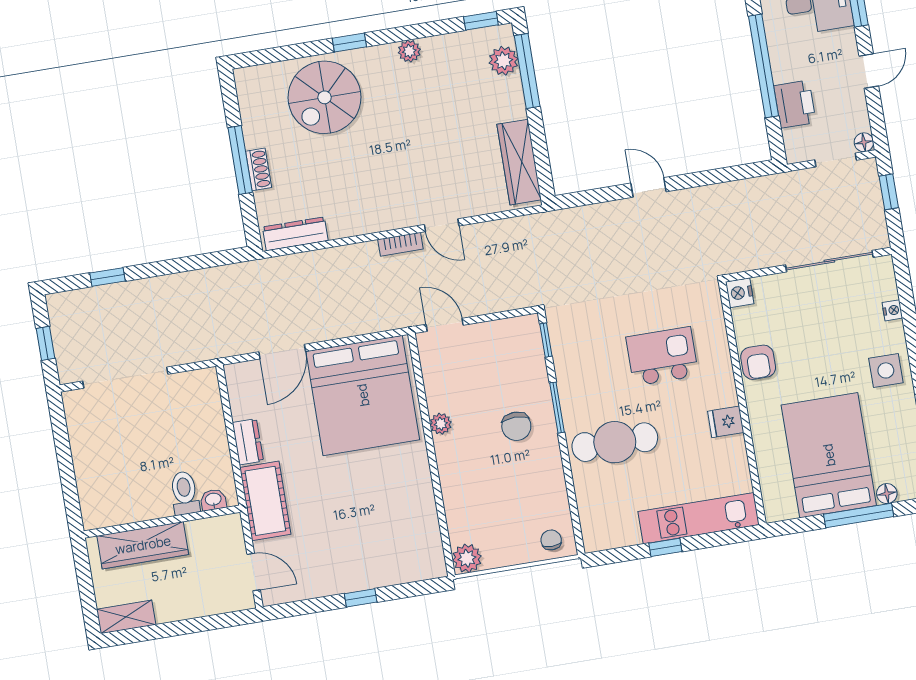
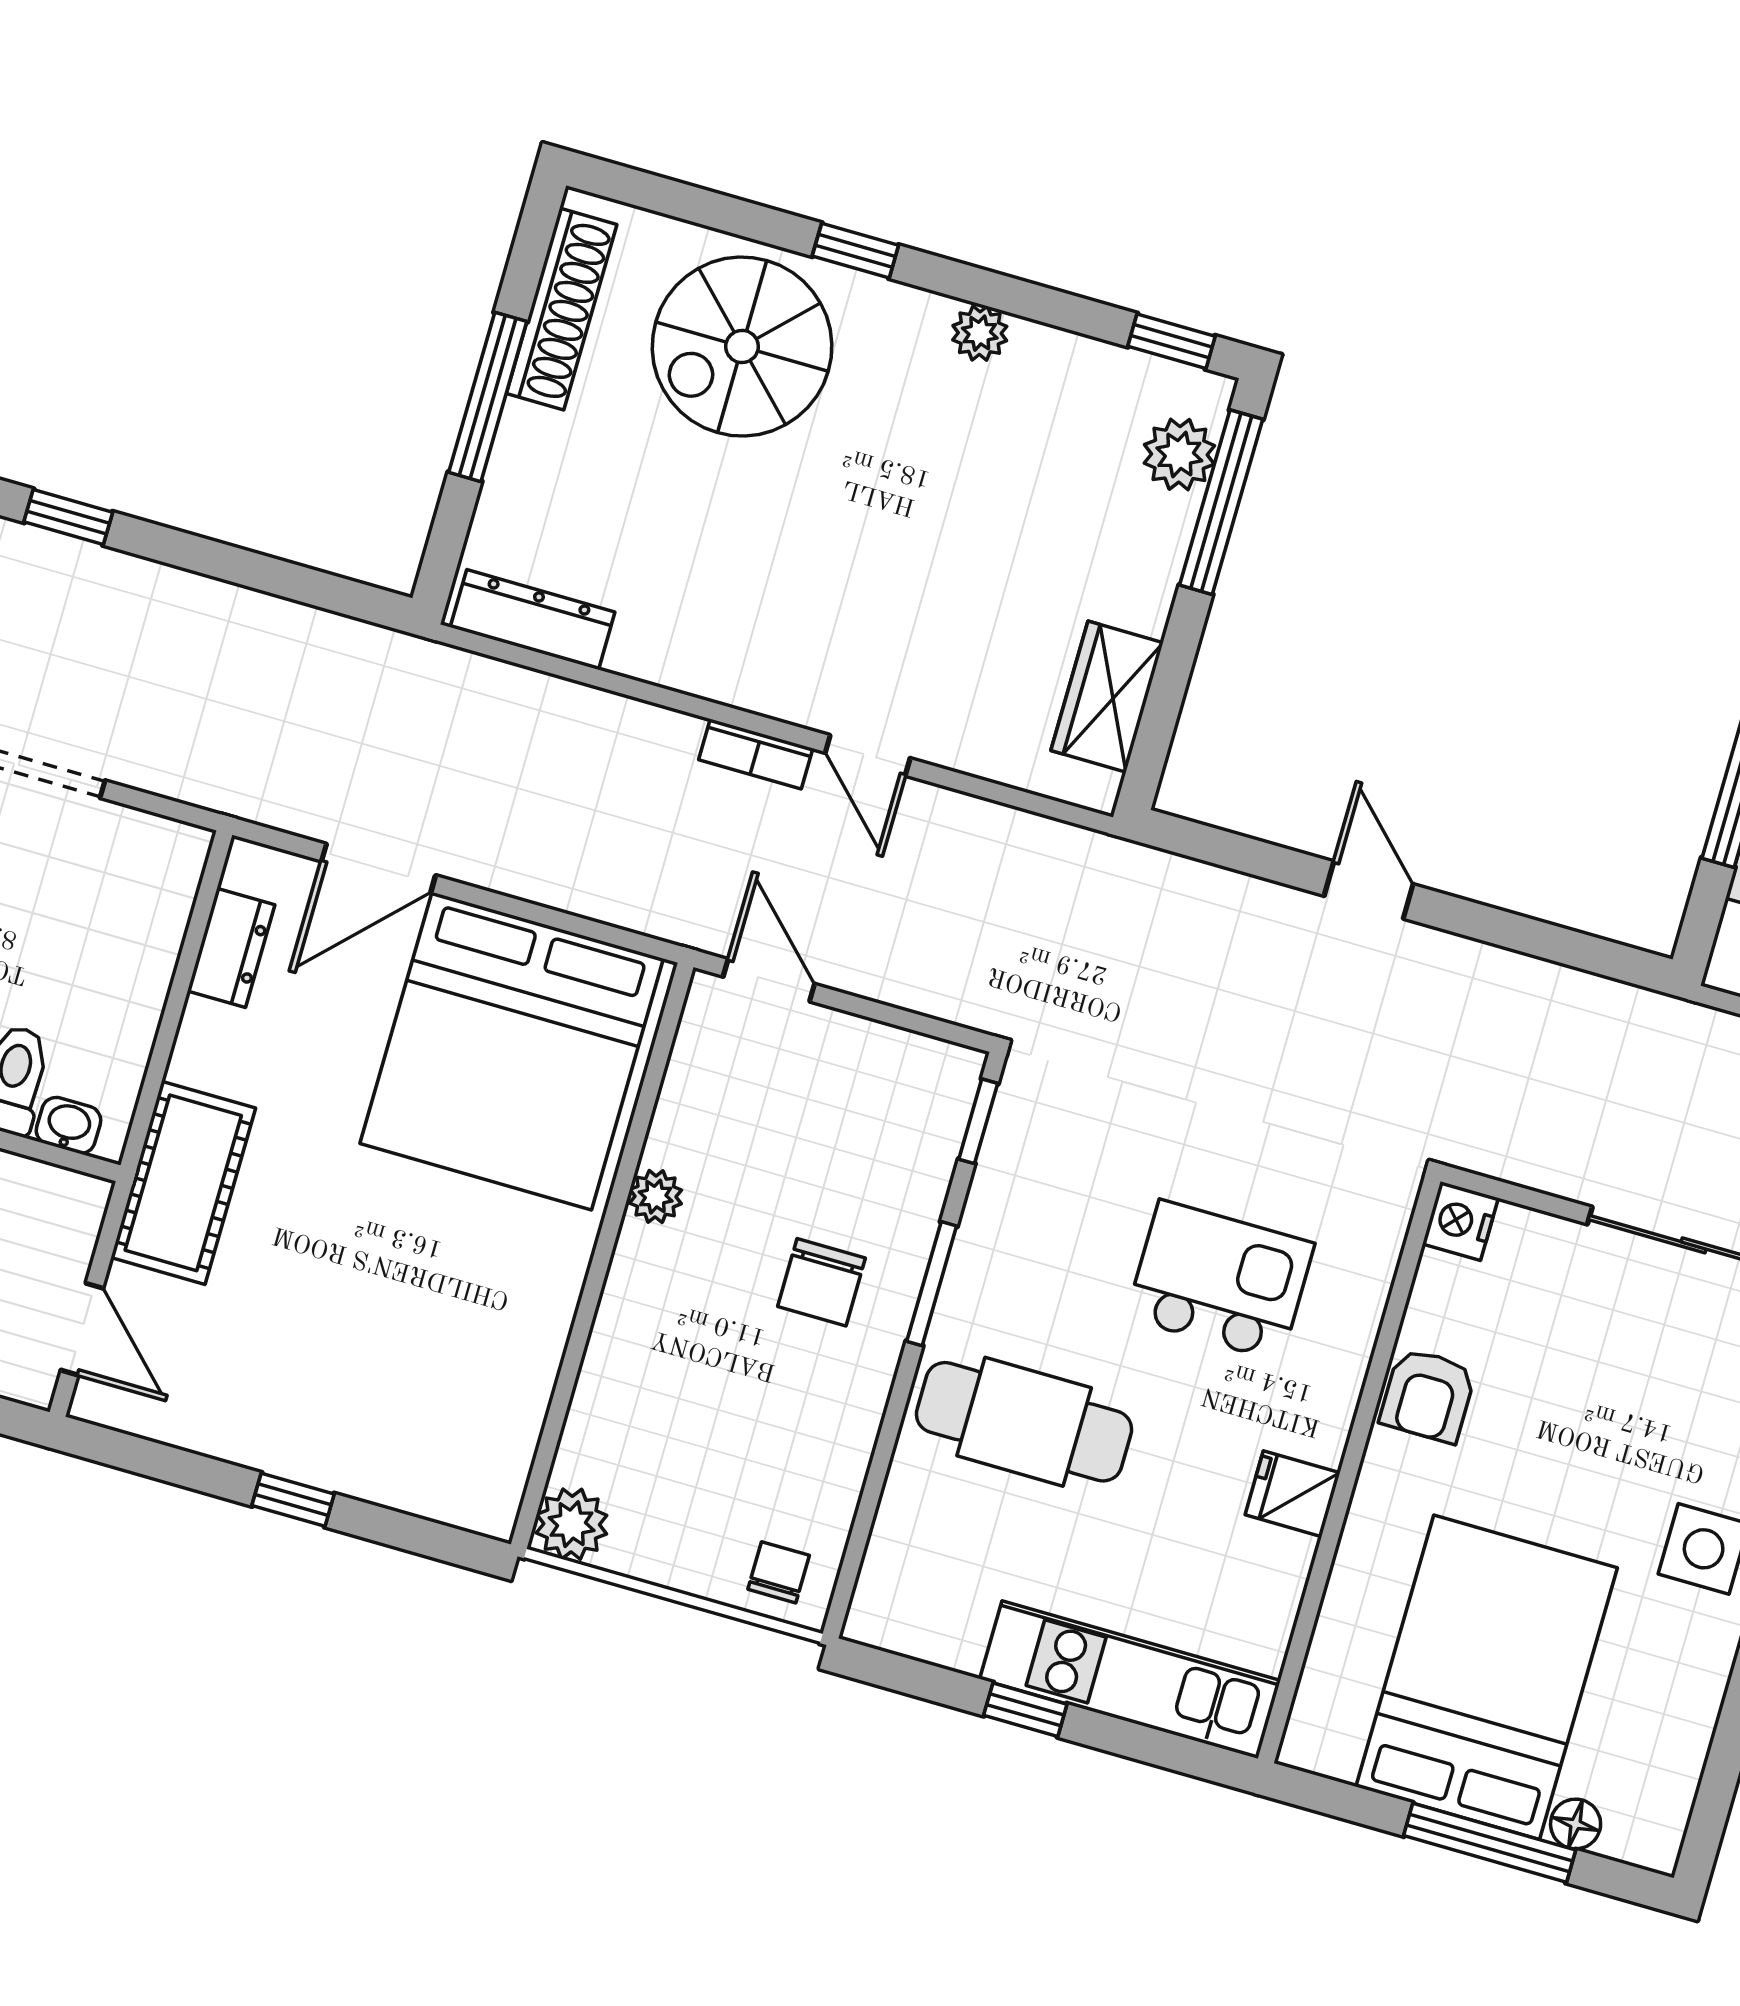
wardrobe: (519, 162) -> (1107, 697), width x0.67
shoe rack: (259, 169) -> (562, 309), moved, width x1.94, depth x1.24
dresser: (248, 442) -> (231, 948), moved

